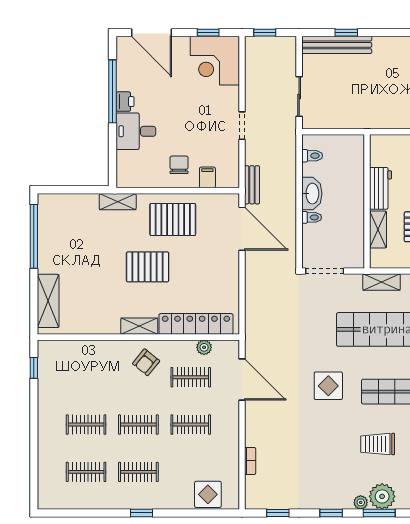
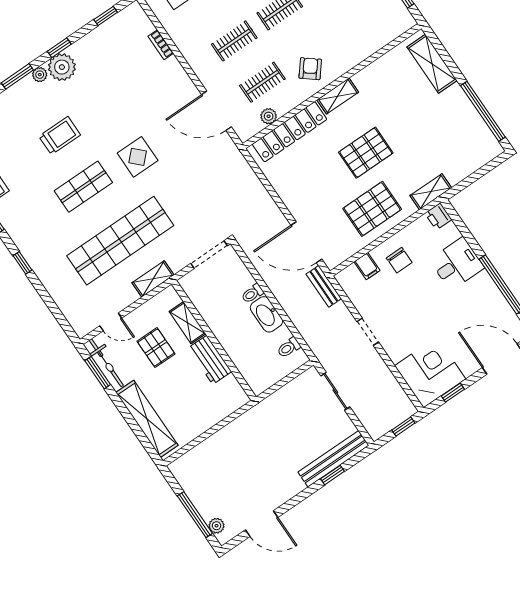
printer: (125, 102) -> (438, 216), moved
plant: (382, 496) -> (62, 67), moved

